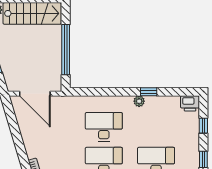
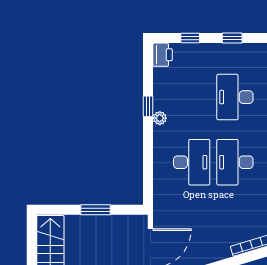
window: (66, 50) -> (95, 210), width x0.47
desk: (104, 127) -> (192, 162), turned 180

